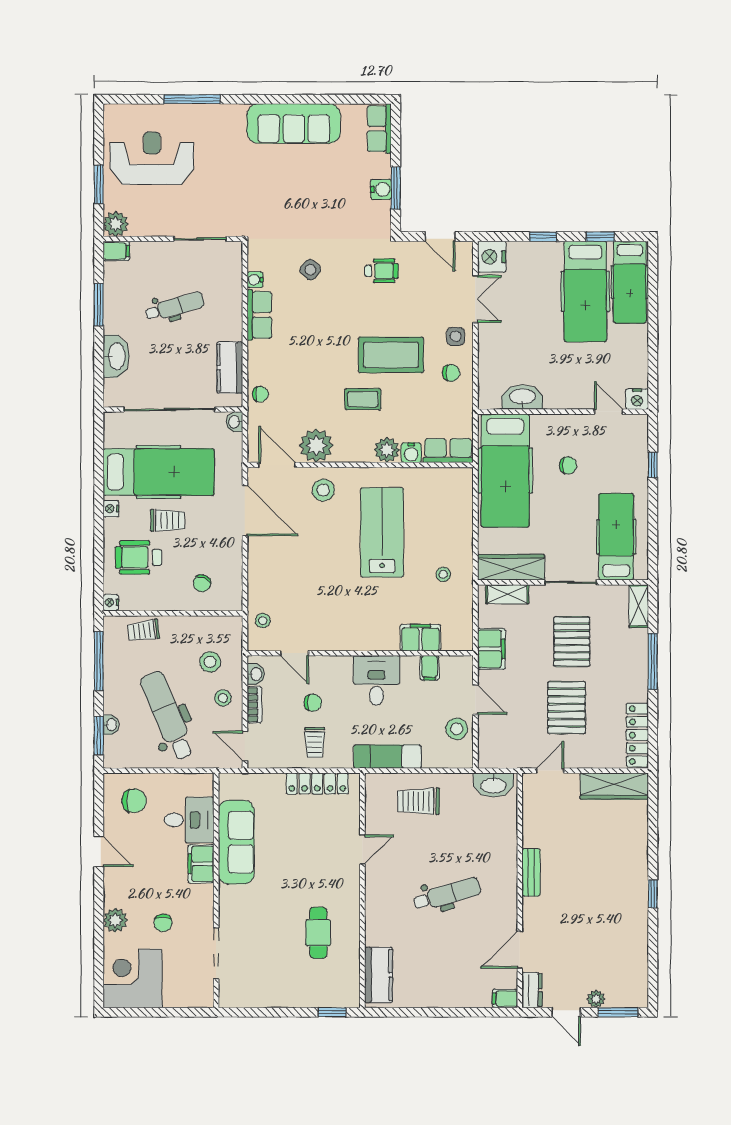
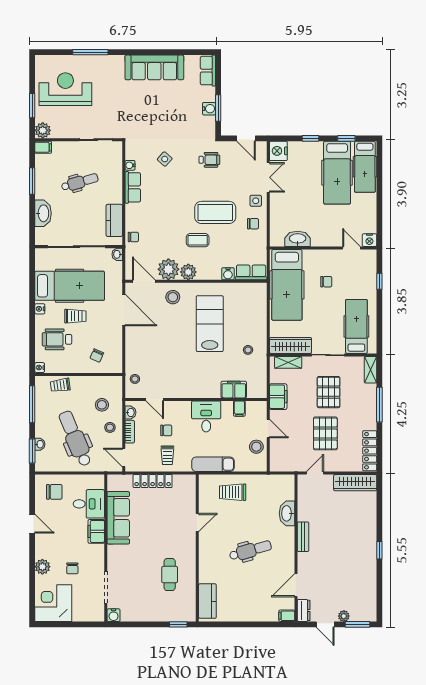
plant: (387, 450) -> (188, 272), moved
locker: (317, 783) -> (153, 481), moved
washbasin: (493, 785) -> (287, 513), moved, turned 90
water cooler: (229, 998) -> (114, 615), added

